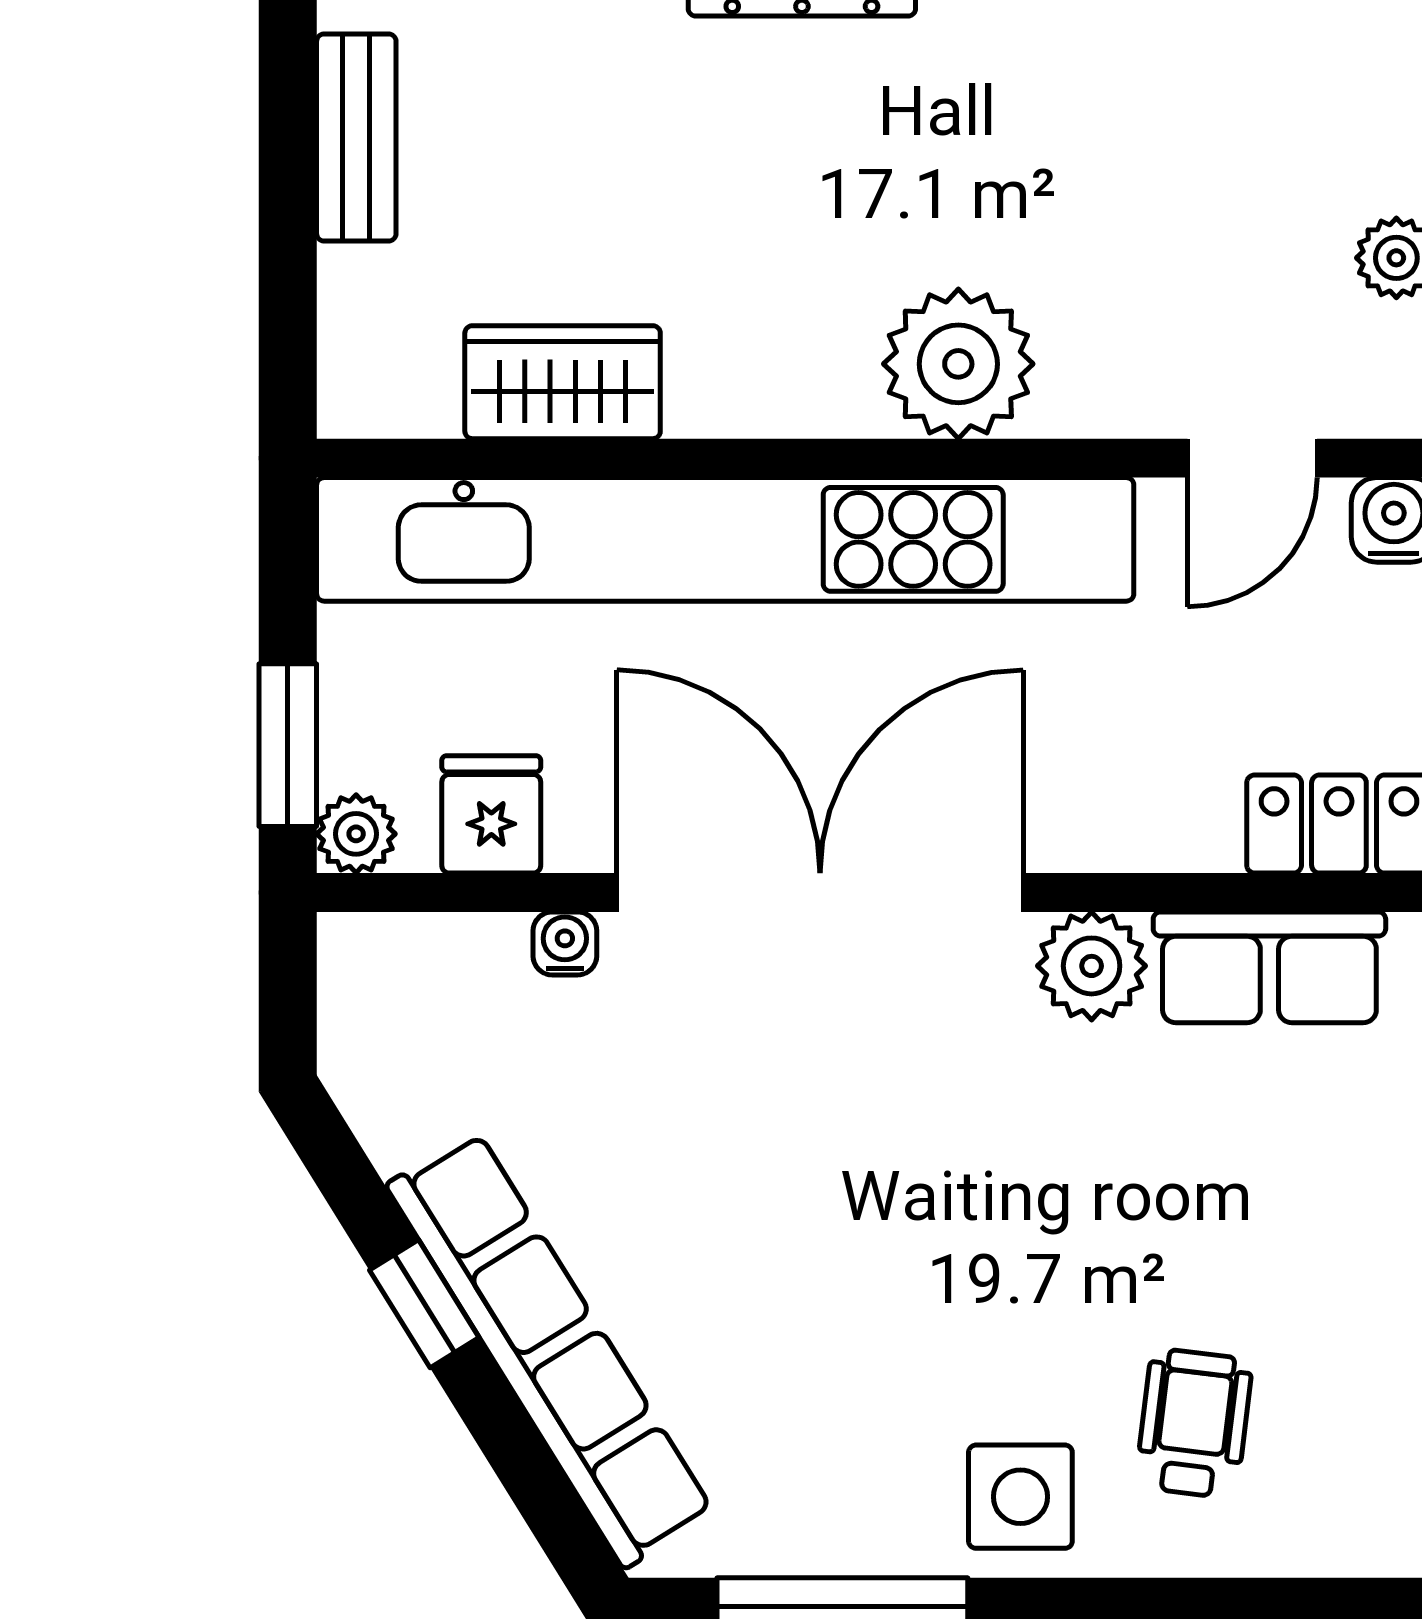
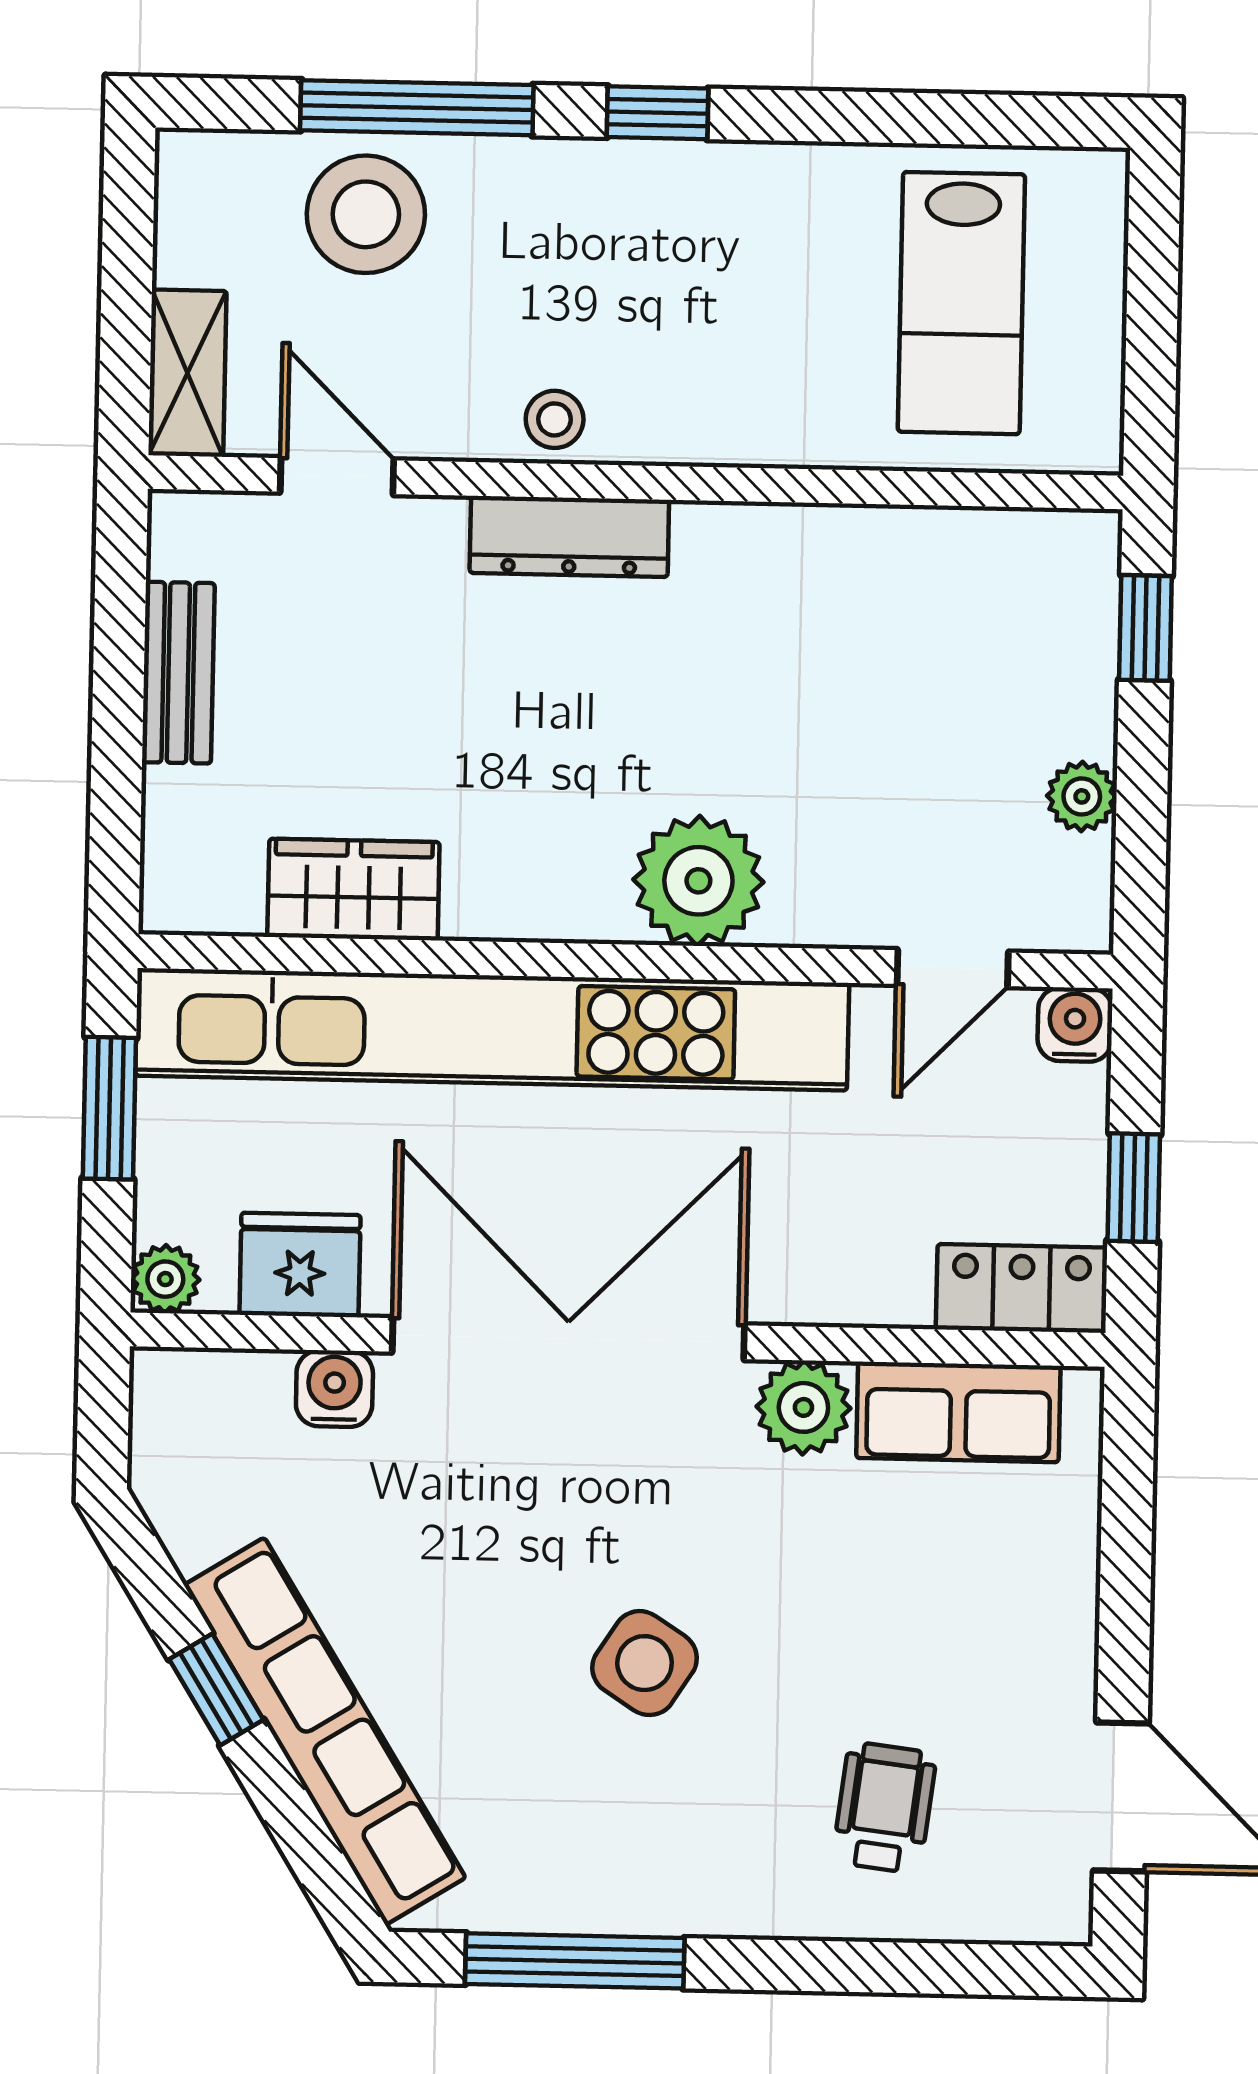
window: (288, 745) -> (109, 1108), moved
fridge: (491, 814) -> (300, 1265), width x1.38
water cooler: (565, 943) -> (334, 1389), width x1.38, depth x1.38
side table: (1020, 1497) -> (645, 1663), moved, turned 33

